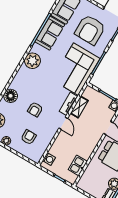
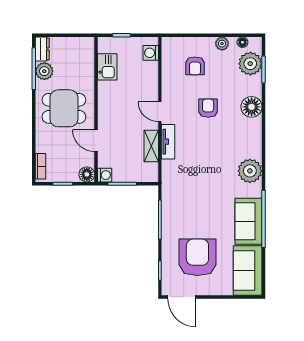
corner sofa: (76, 69) -> (185, 194), removed

